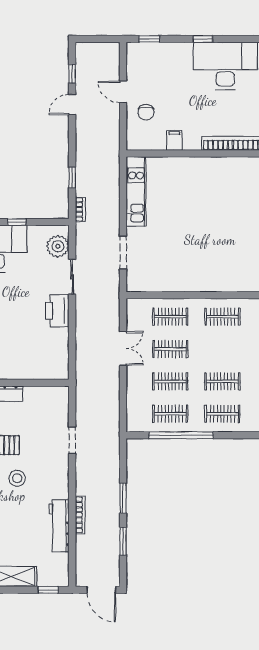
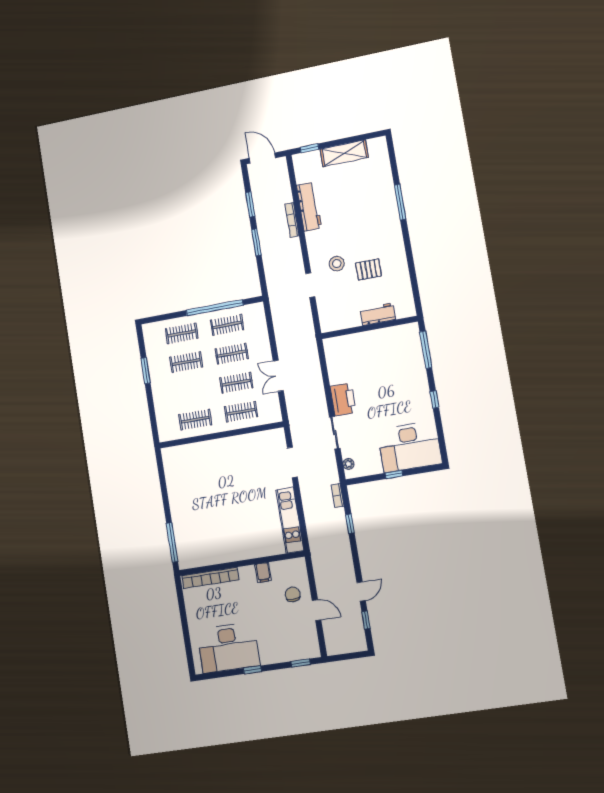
plant: (58, 246) -> (348, 464), width x0.53, depth x0.53
stool: (17, 478) -> (337, 264), moved

